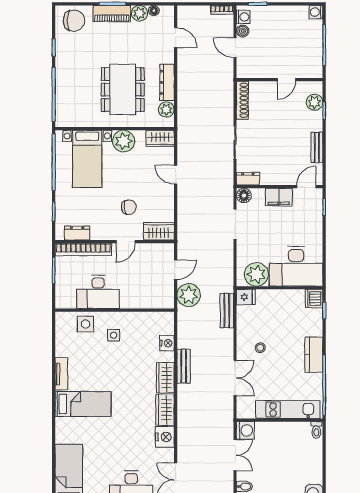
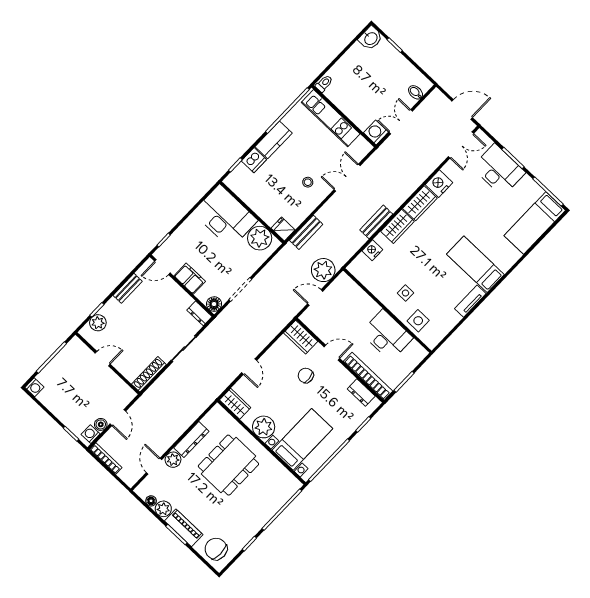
bookcase: (222, 10) -> (106, 458), width x1.56
plant: (166, 109) -> (173, 460), moved
dishwasher: (314, 299) -> (254, 160), moved

